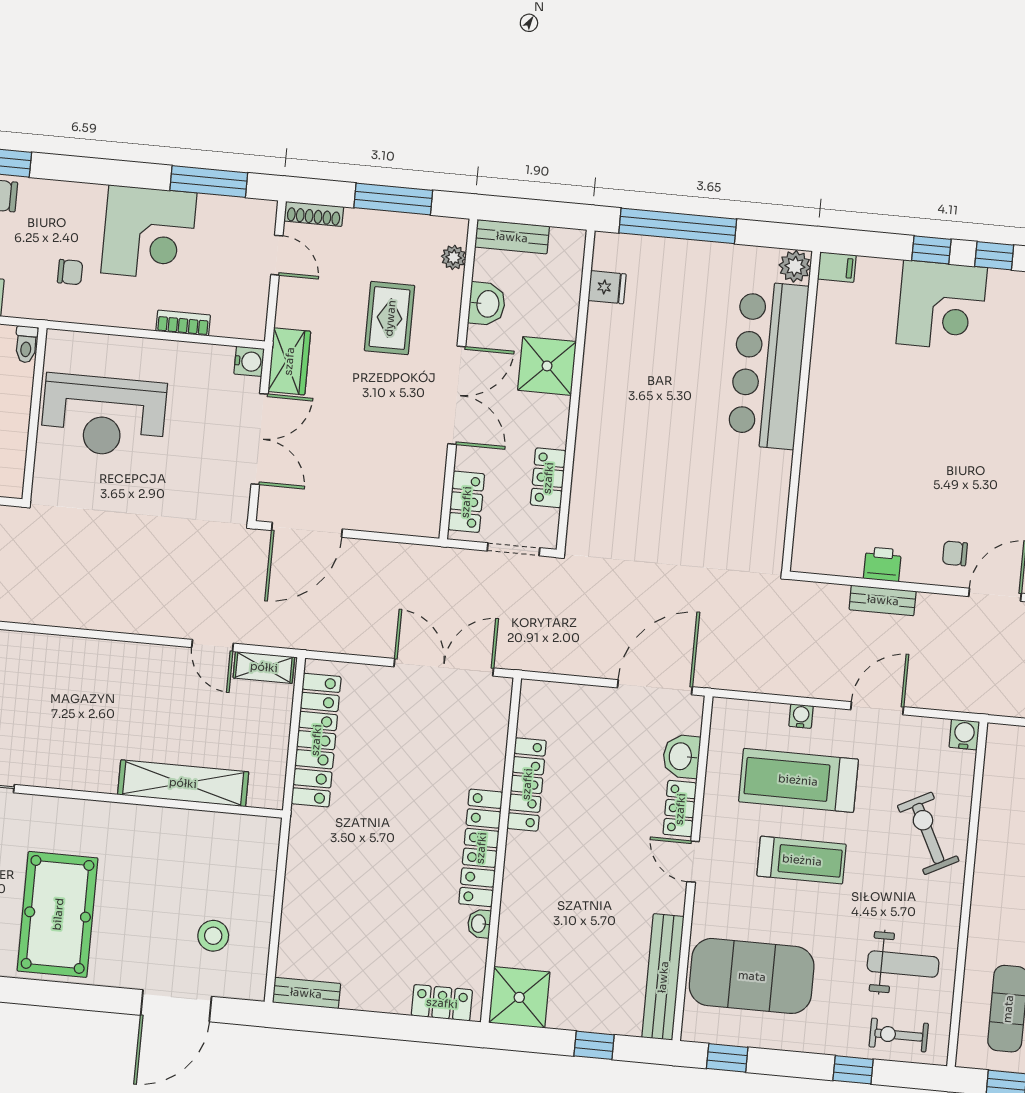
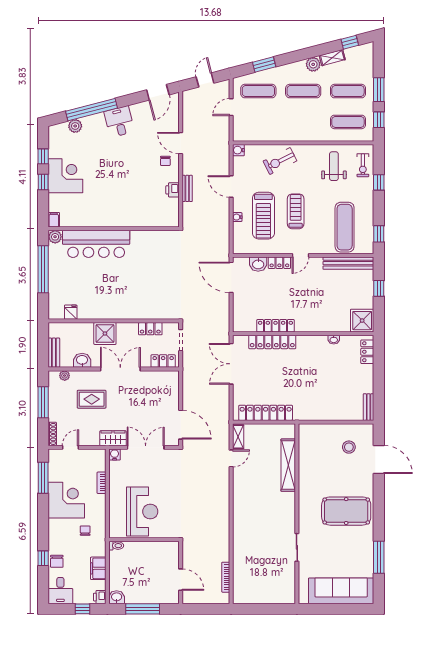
window: (678, 226) -> (43, 269), moved
locker: (481, 848) -> (272, 342), moved
exercise mat: (752, 976) -> (345, 227), width x0.68

